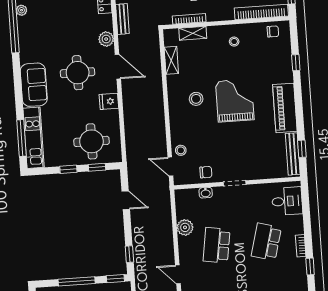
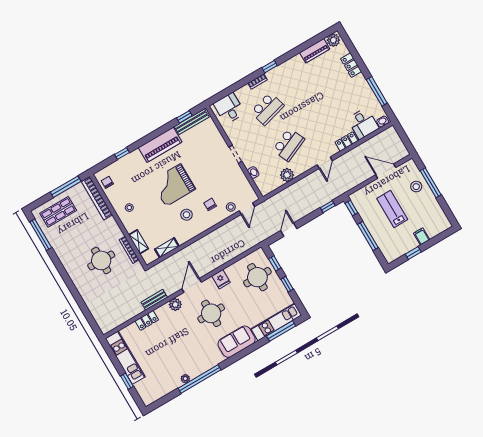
chair: (206, 172) -> (210, 204), moved
school desk: (266, 242) -> (267, 109), turned -30
school desk: (217, 245) -> (289, 145), turned -33

